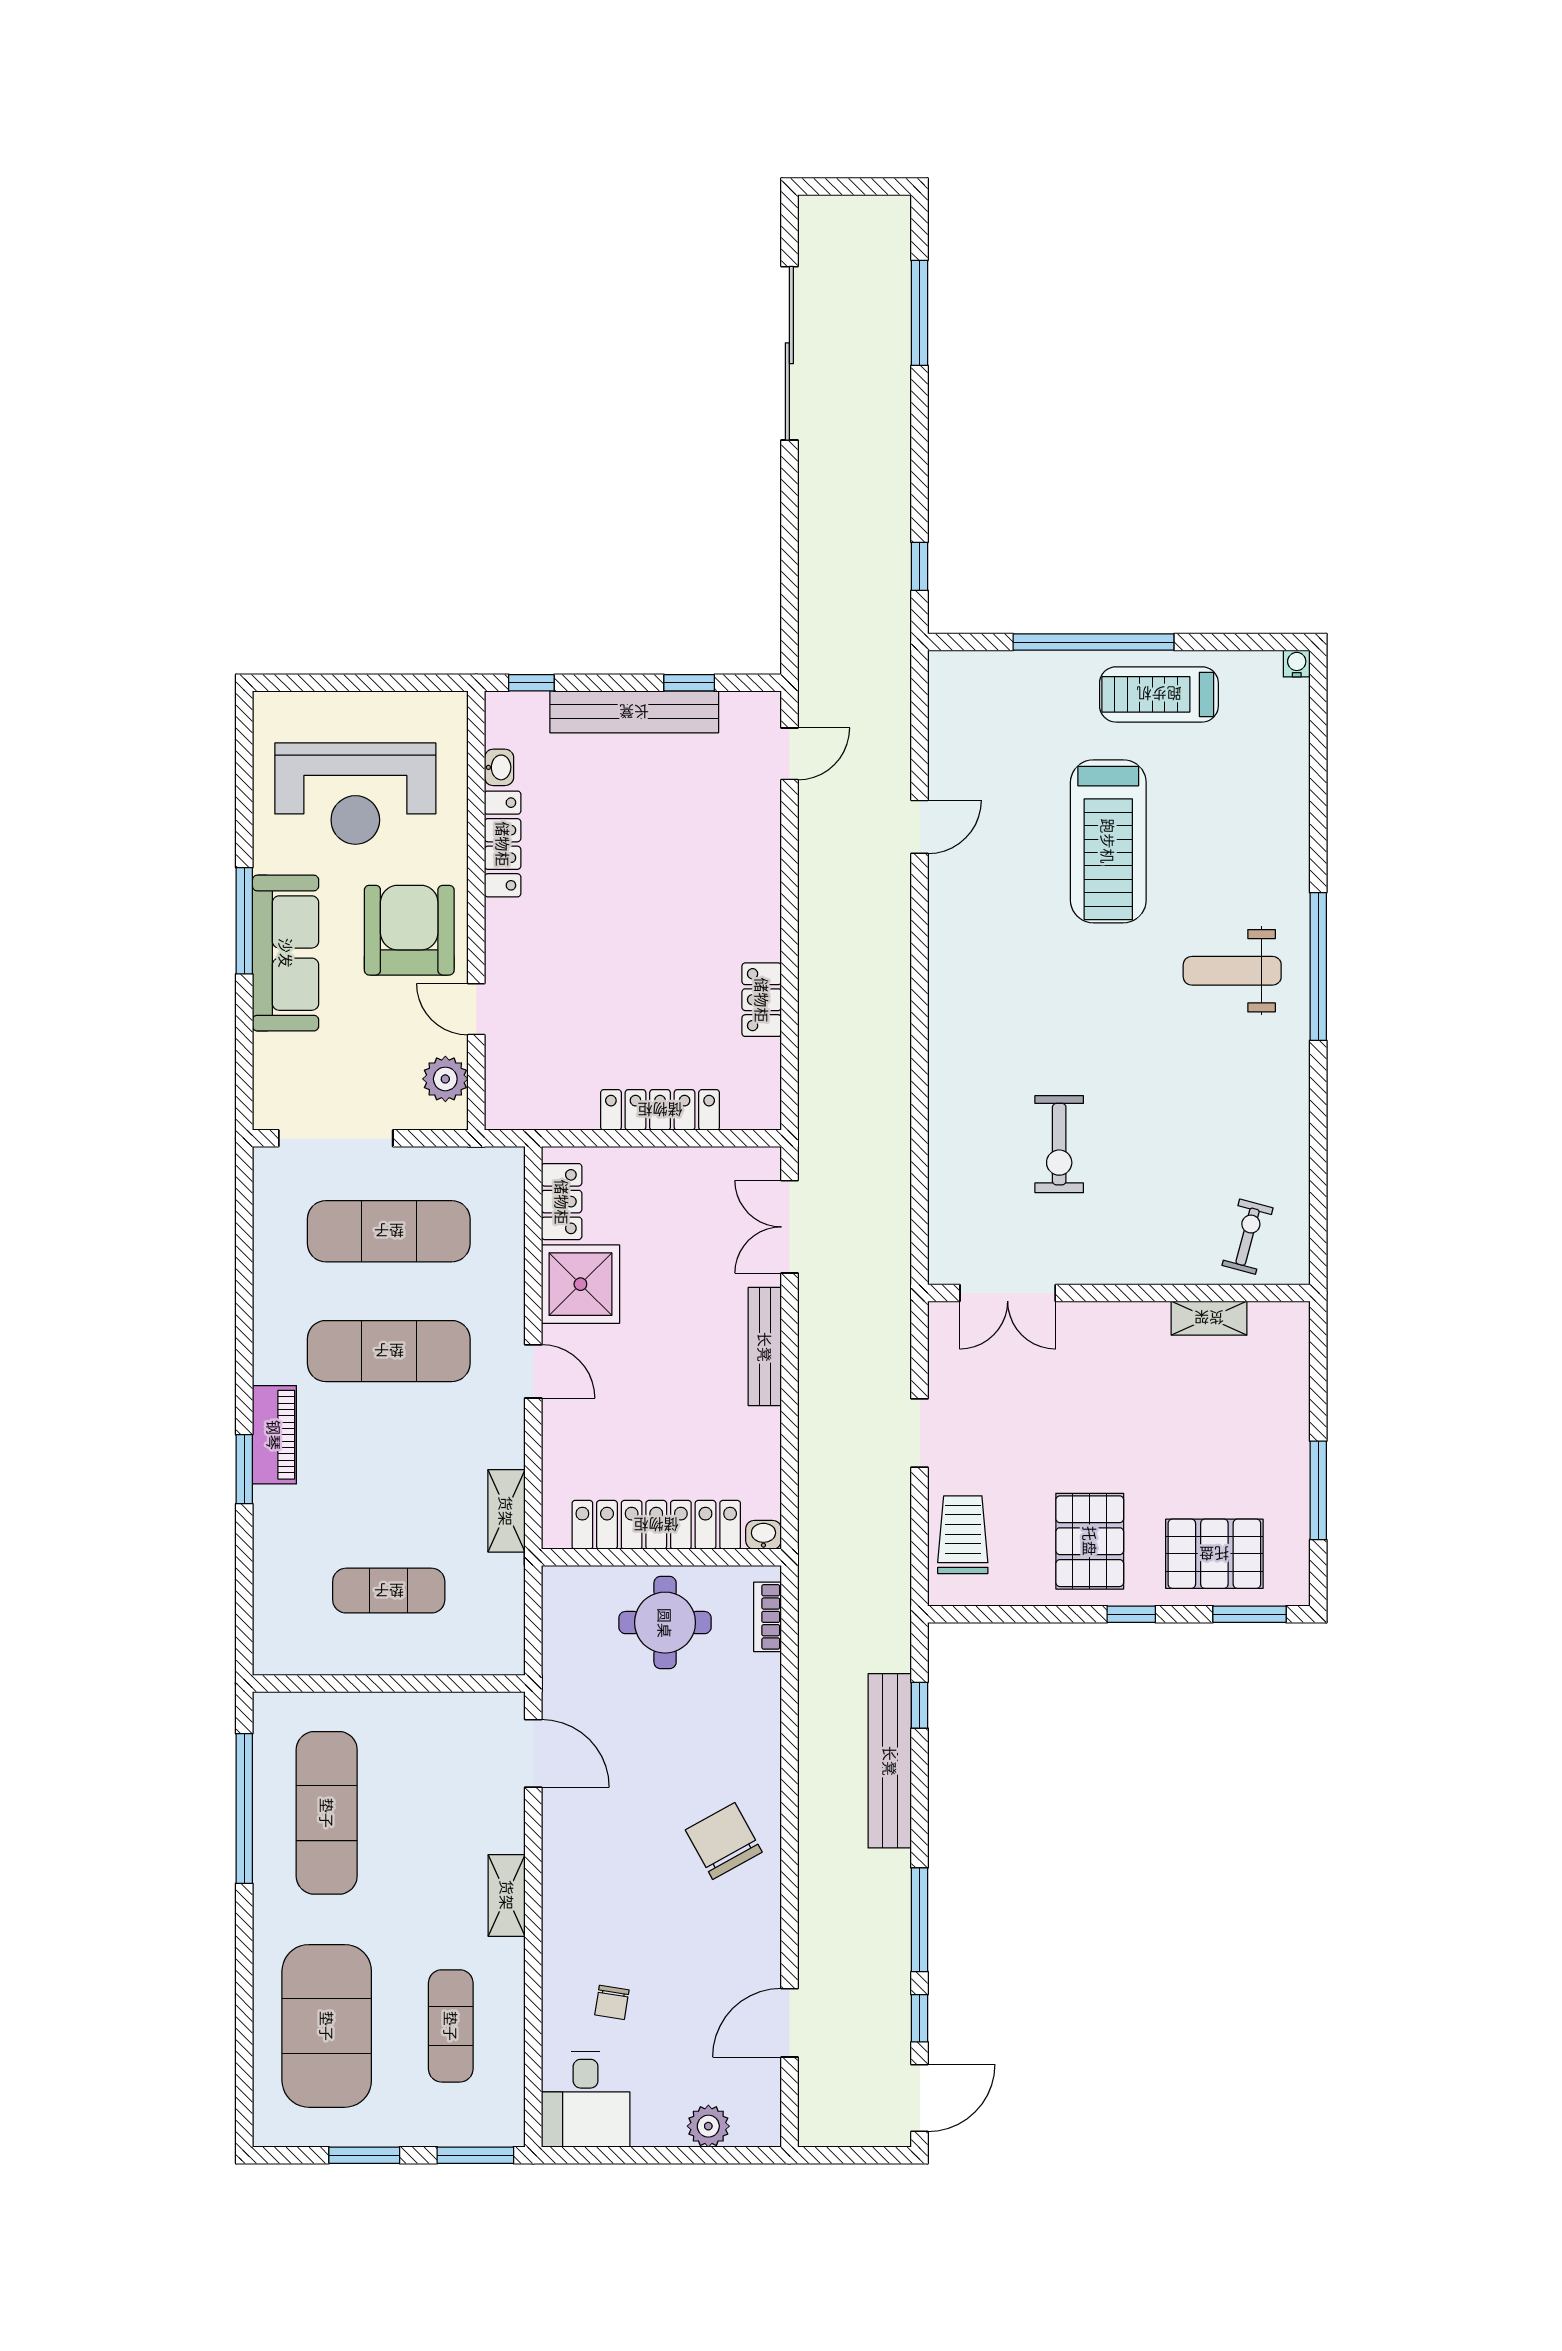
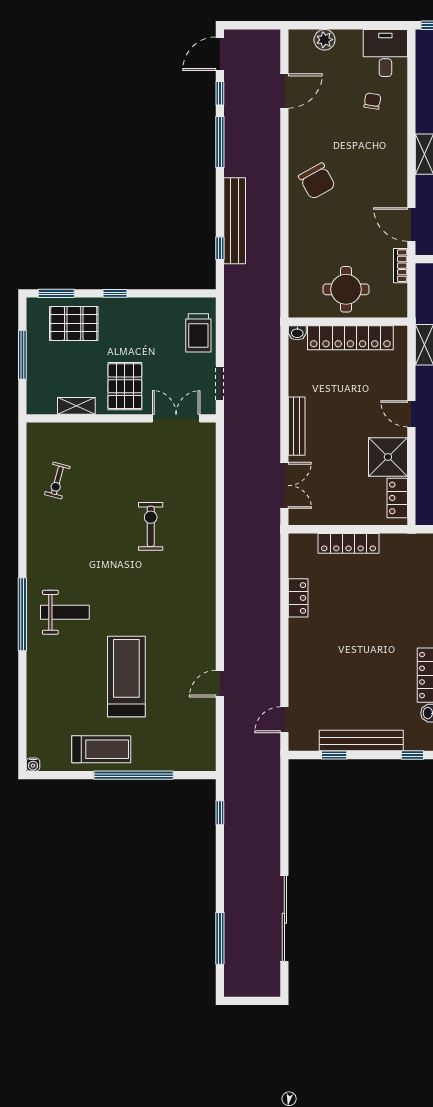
double door: (1008, 1293) -> (176, 418), moved
wall: (1119, 1293) -> (121, 418), moved
shelving: (1209, 1318) -> (76, 406), moved
pallet: (1090, 1541) -> (125, 386), moved
bookcase: (767, 1617) -> (400, 266), moved, turned 180

